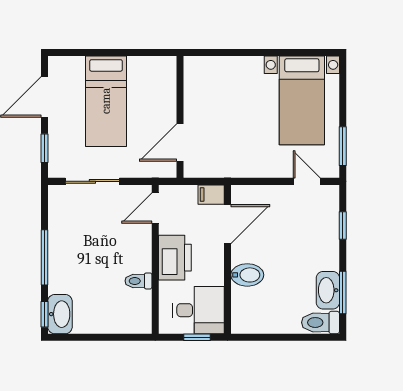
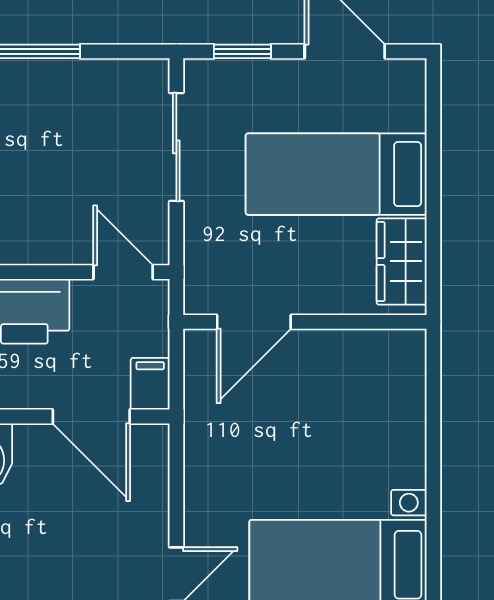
wardrobe: (150, 68) -> (402, 261), added
door: (180, 143) -> (254, 322), swing flipped

